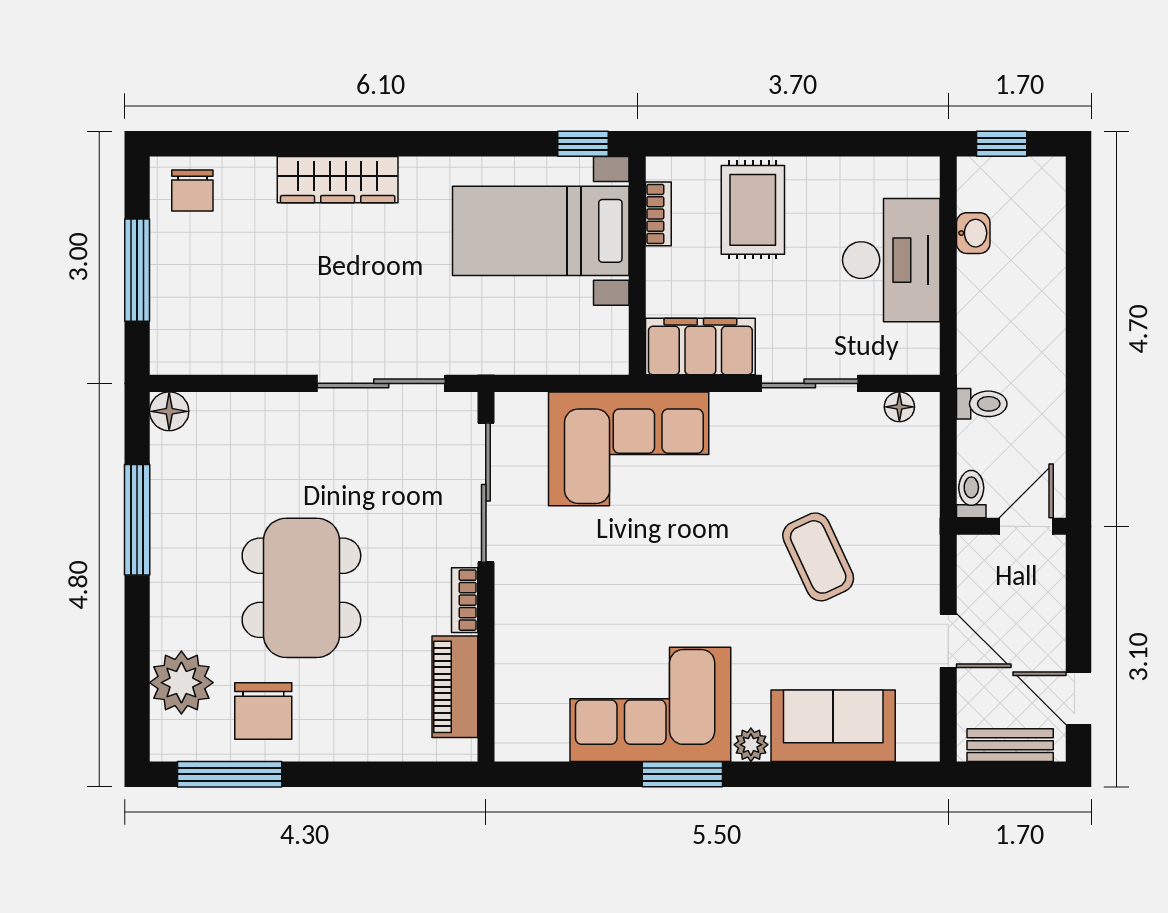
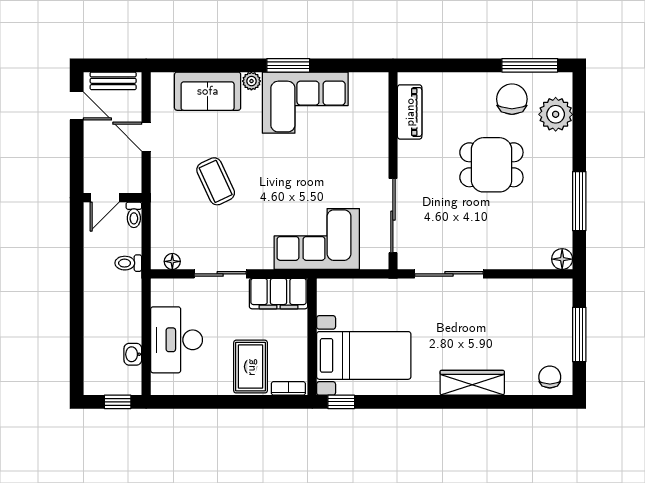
bookcase: (658, 214) -> (288, 388), moved, turned 90
dining table: (301, 588) -> (491, 165), width x0.73
bookcase: (465, 600) -> (404, 158), removed

